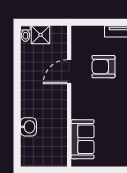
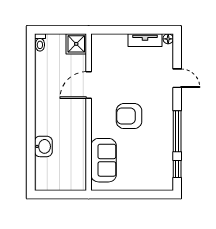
shower: (40, 35) -> (76, 44), moved
armchair: (103, 67) -> (129, 116), moved

